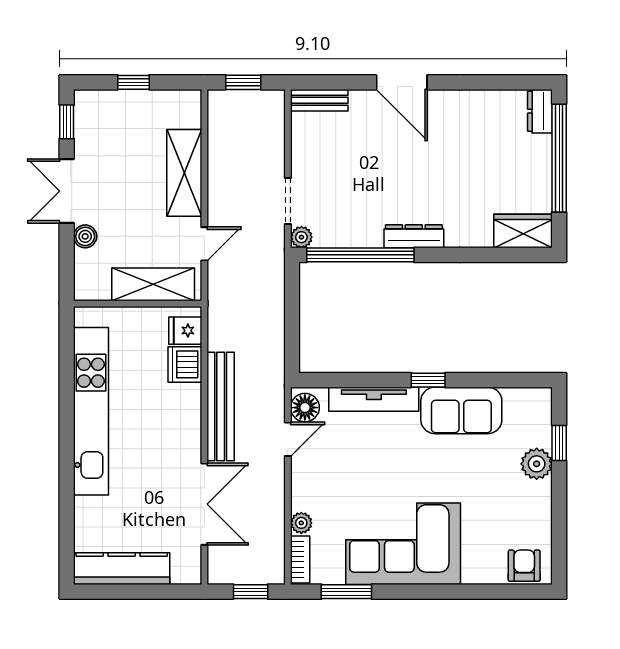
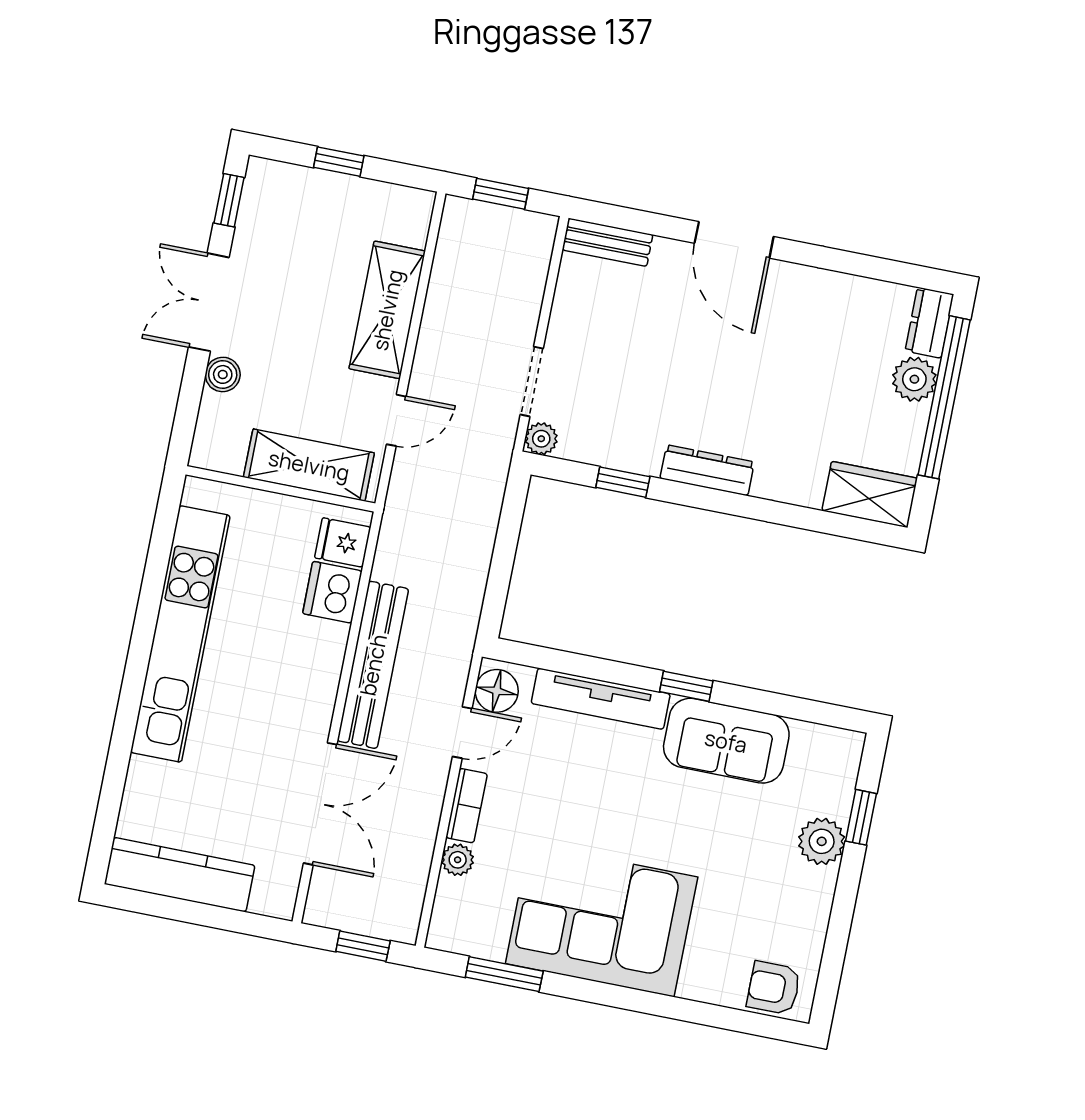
plant: (537, 150) -> (914, 379), added
window: (360, 255) -> (623, 482), width x0.32
bookcase: (300, 559) -> (467, 806), moved
armchair: (524, 566) -> (774, 988), turned -90

